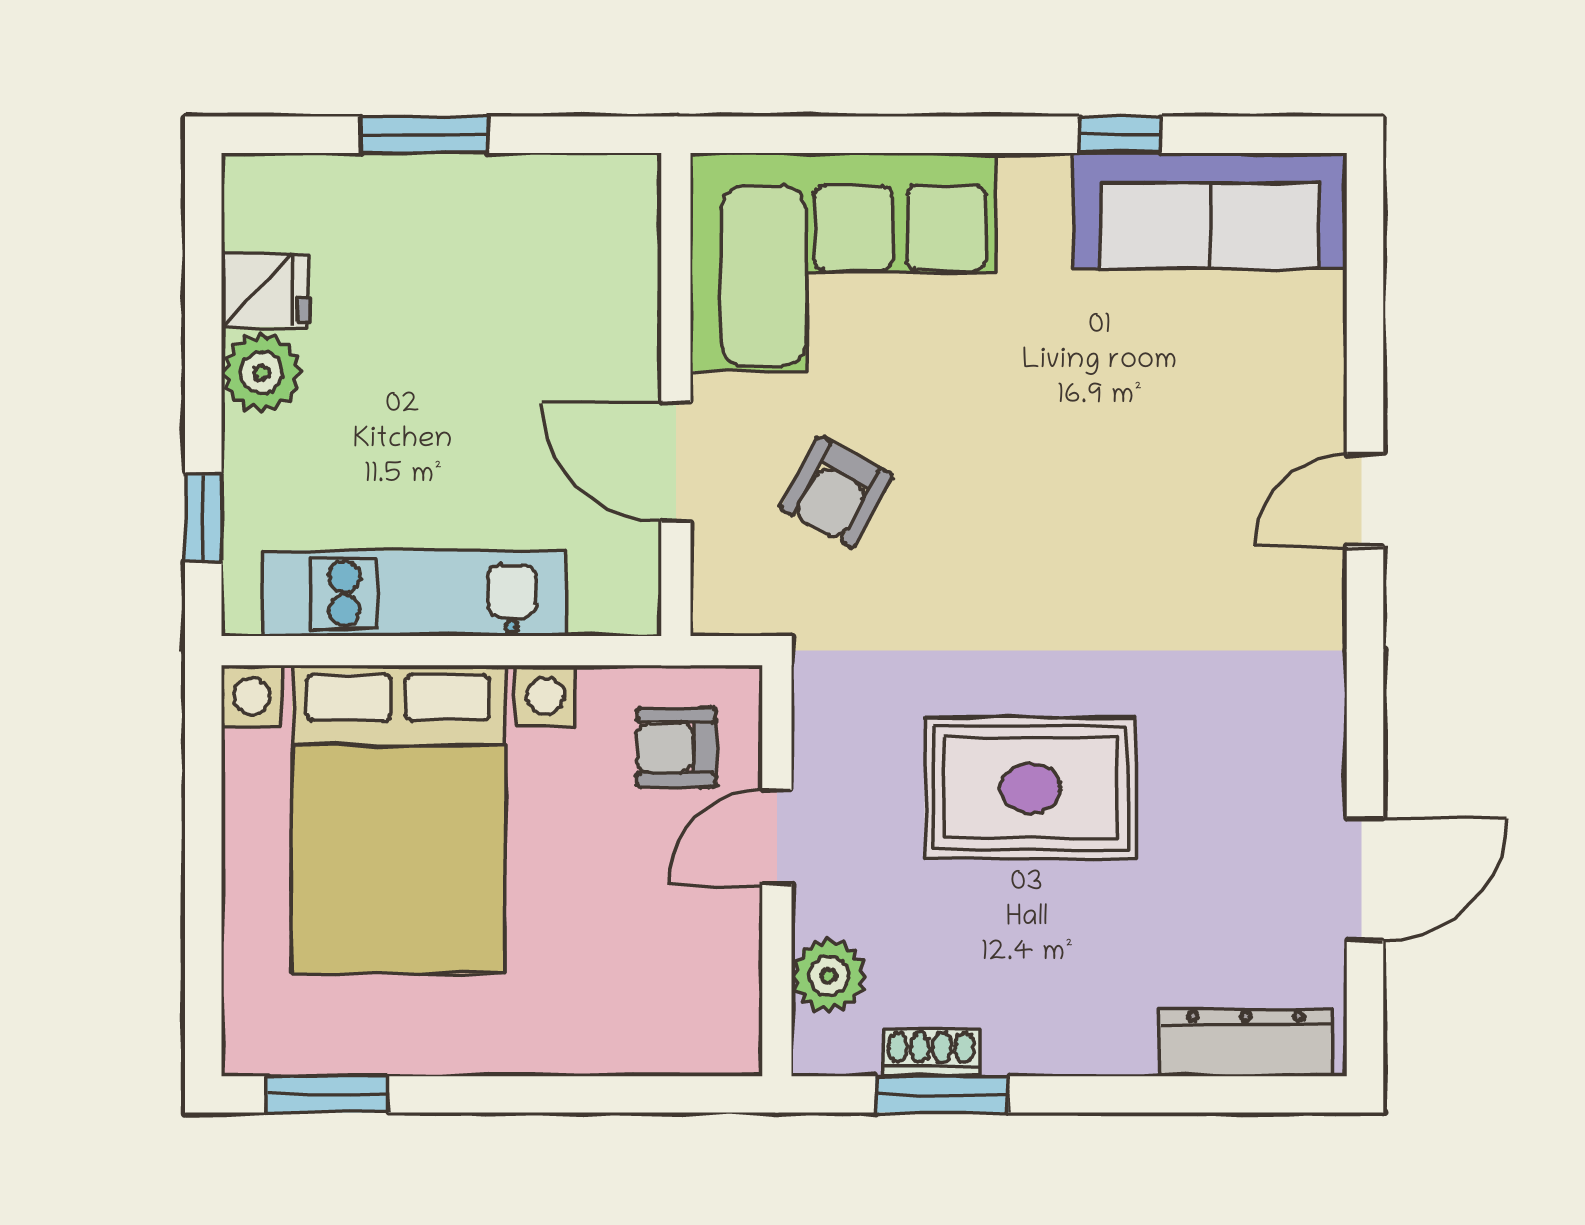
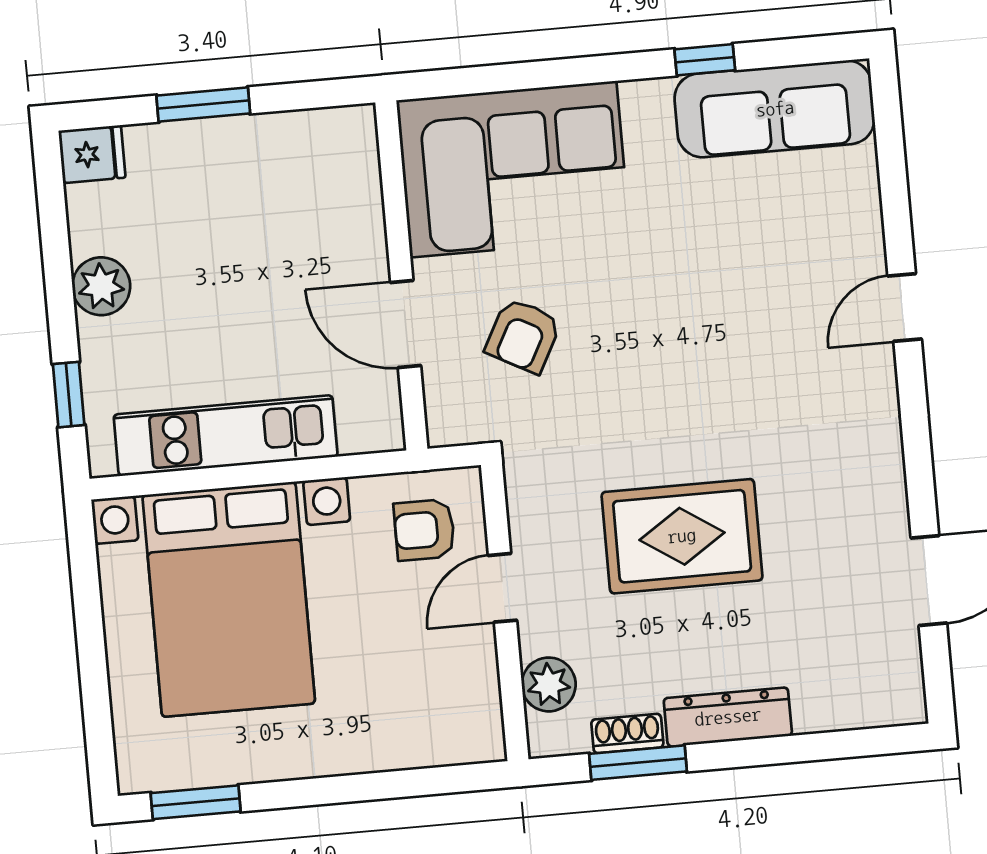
fridge: (265, 290) -> (92, 154), moved
dresser: (1246, 1043) -> (728, 717), moved

